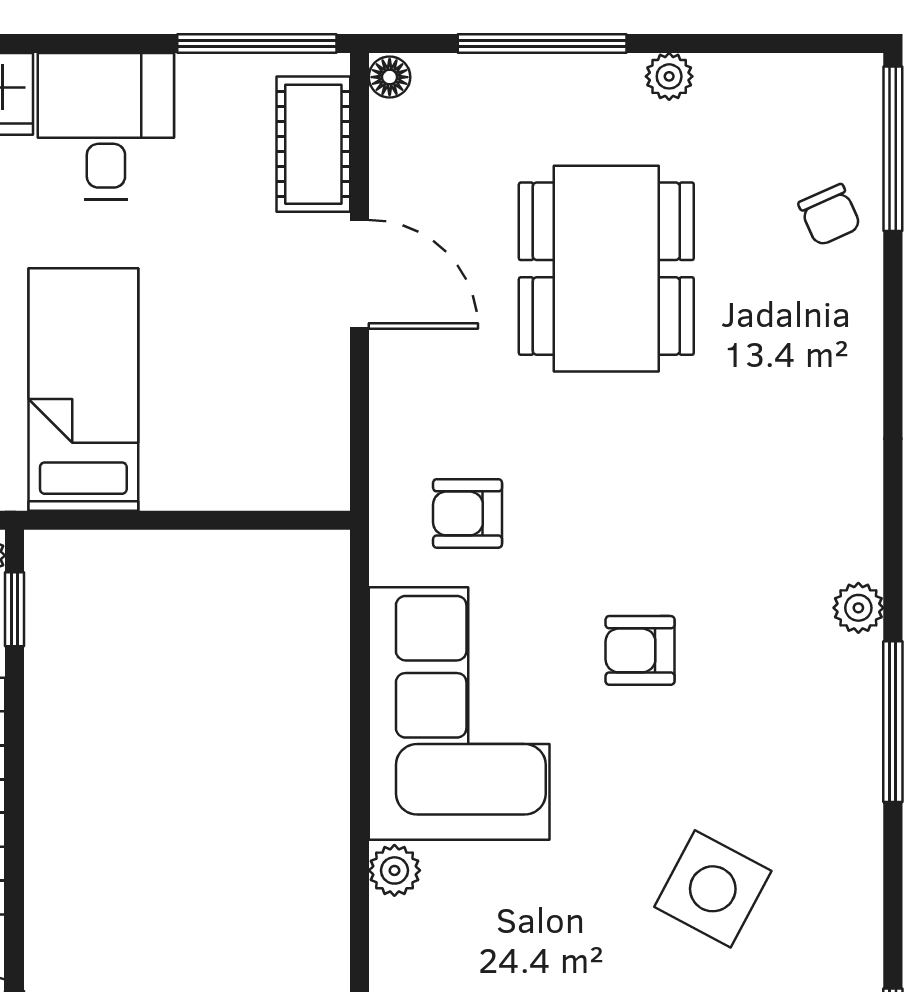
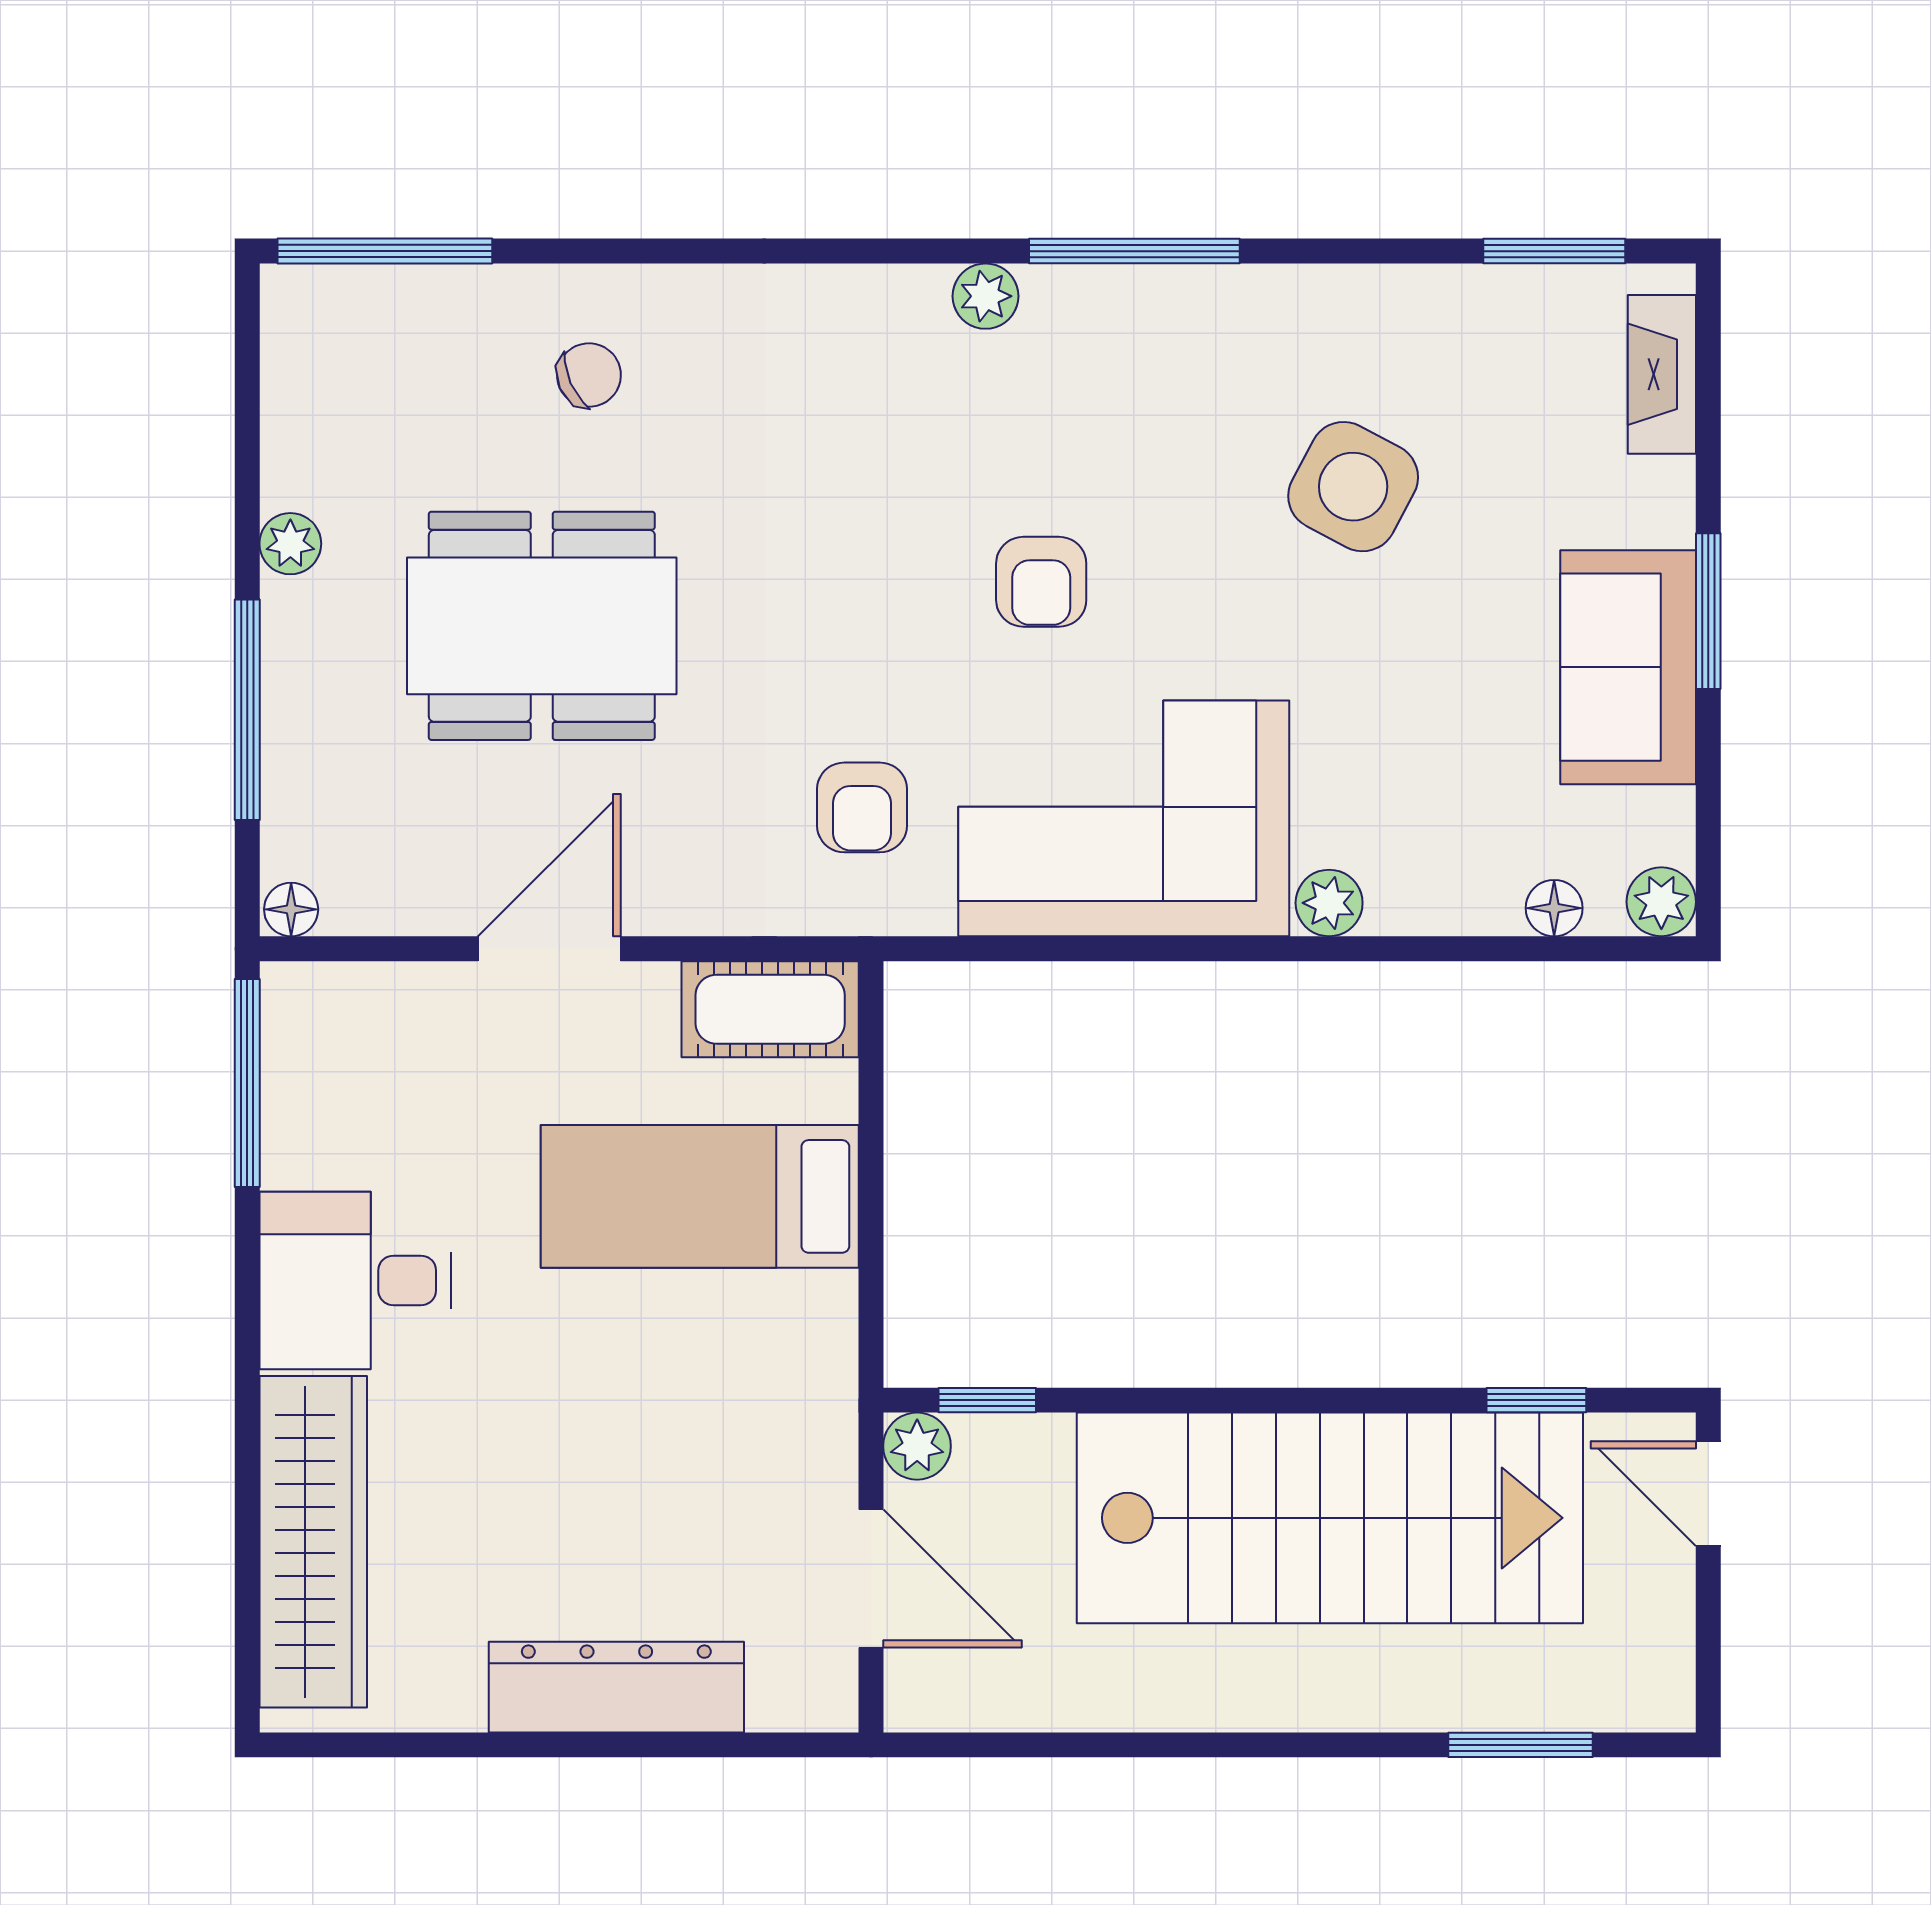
cot: (313, 144) -> (770, 1009), moved
chair: (830, 215) -> (589, 375), moved
bed: (83, 389) -> (700, 1196), moved

